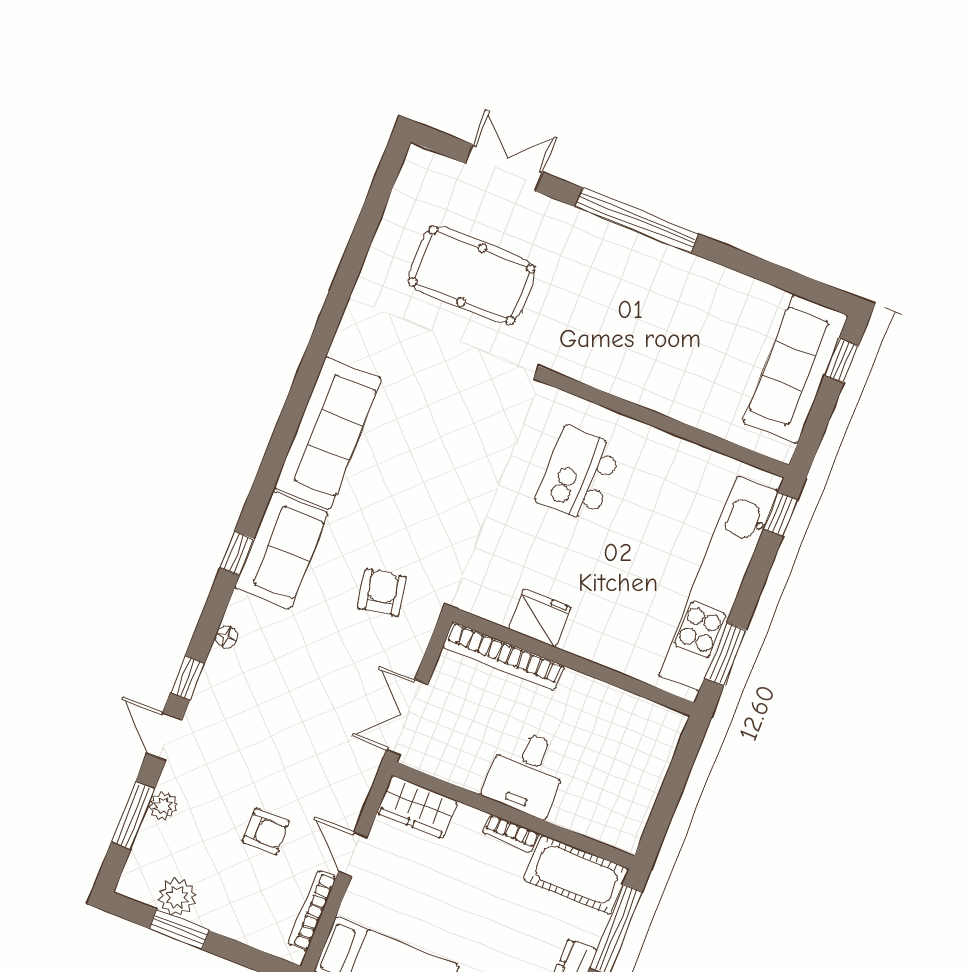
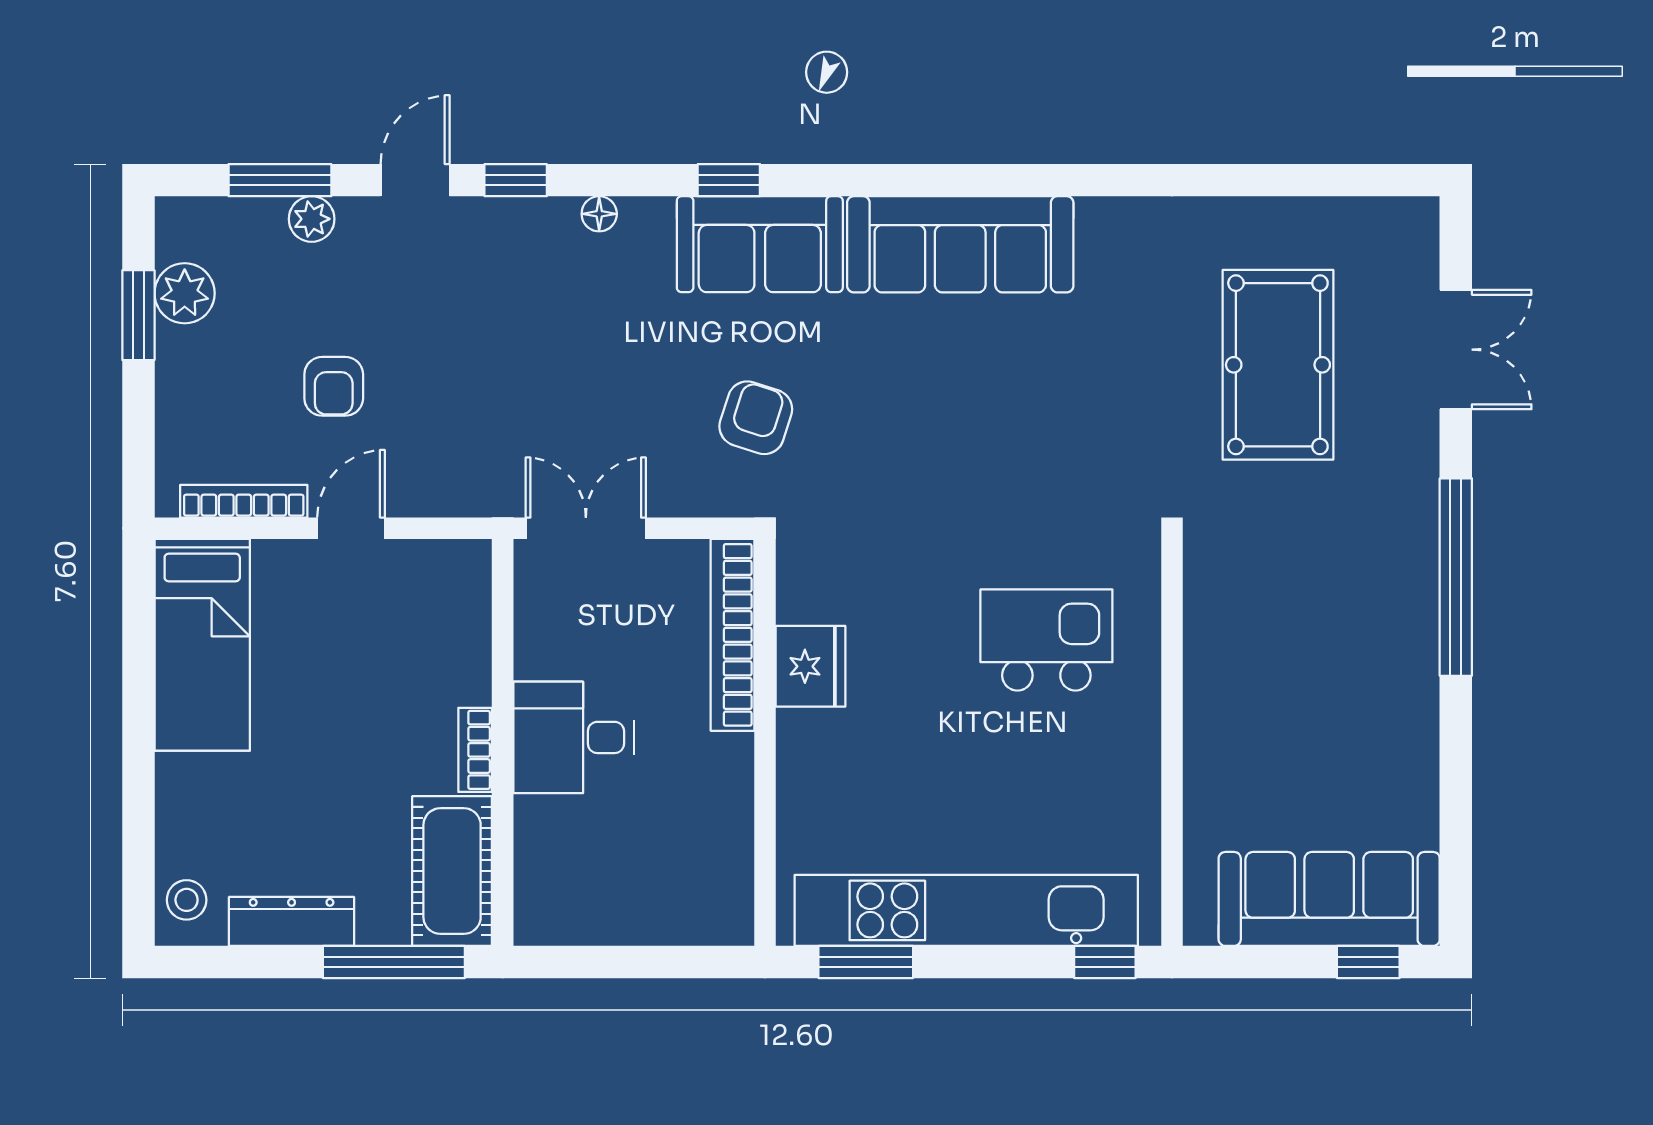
armchair: (382, 592) -> (756, 418), turned -62
wardrobe: (417, 807) -> (459, 595), removed

